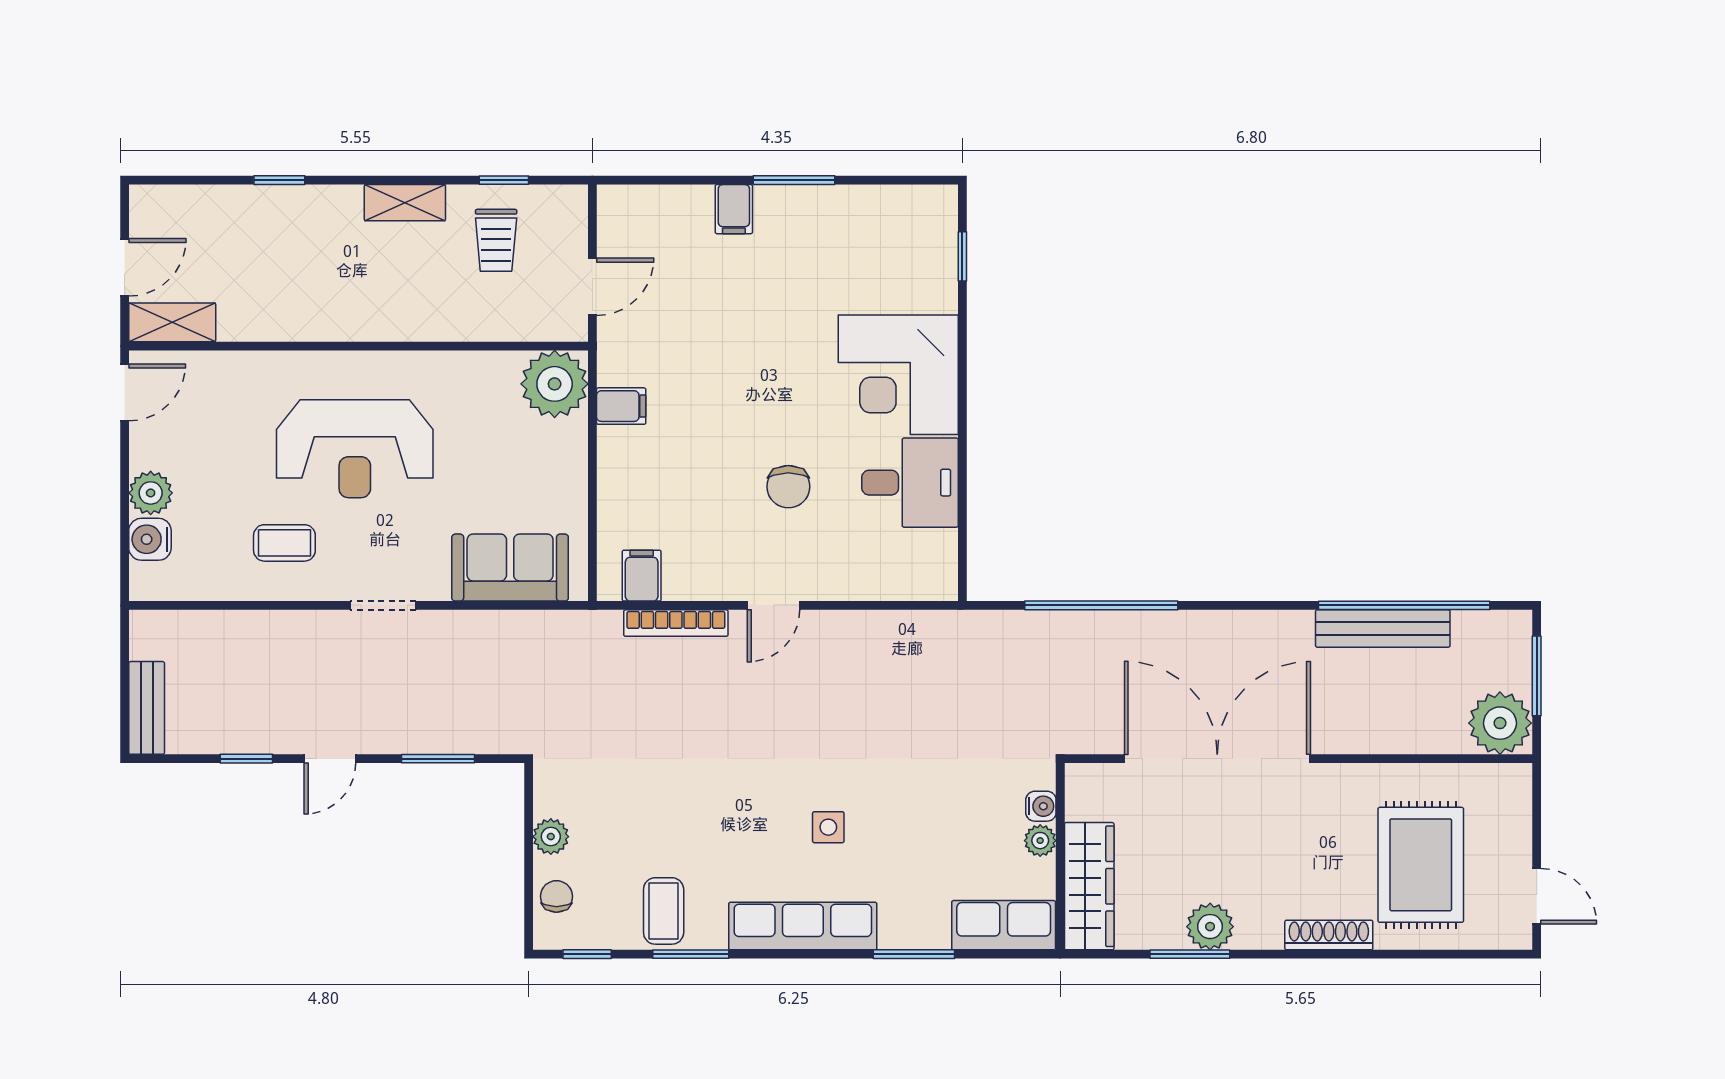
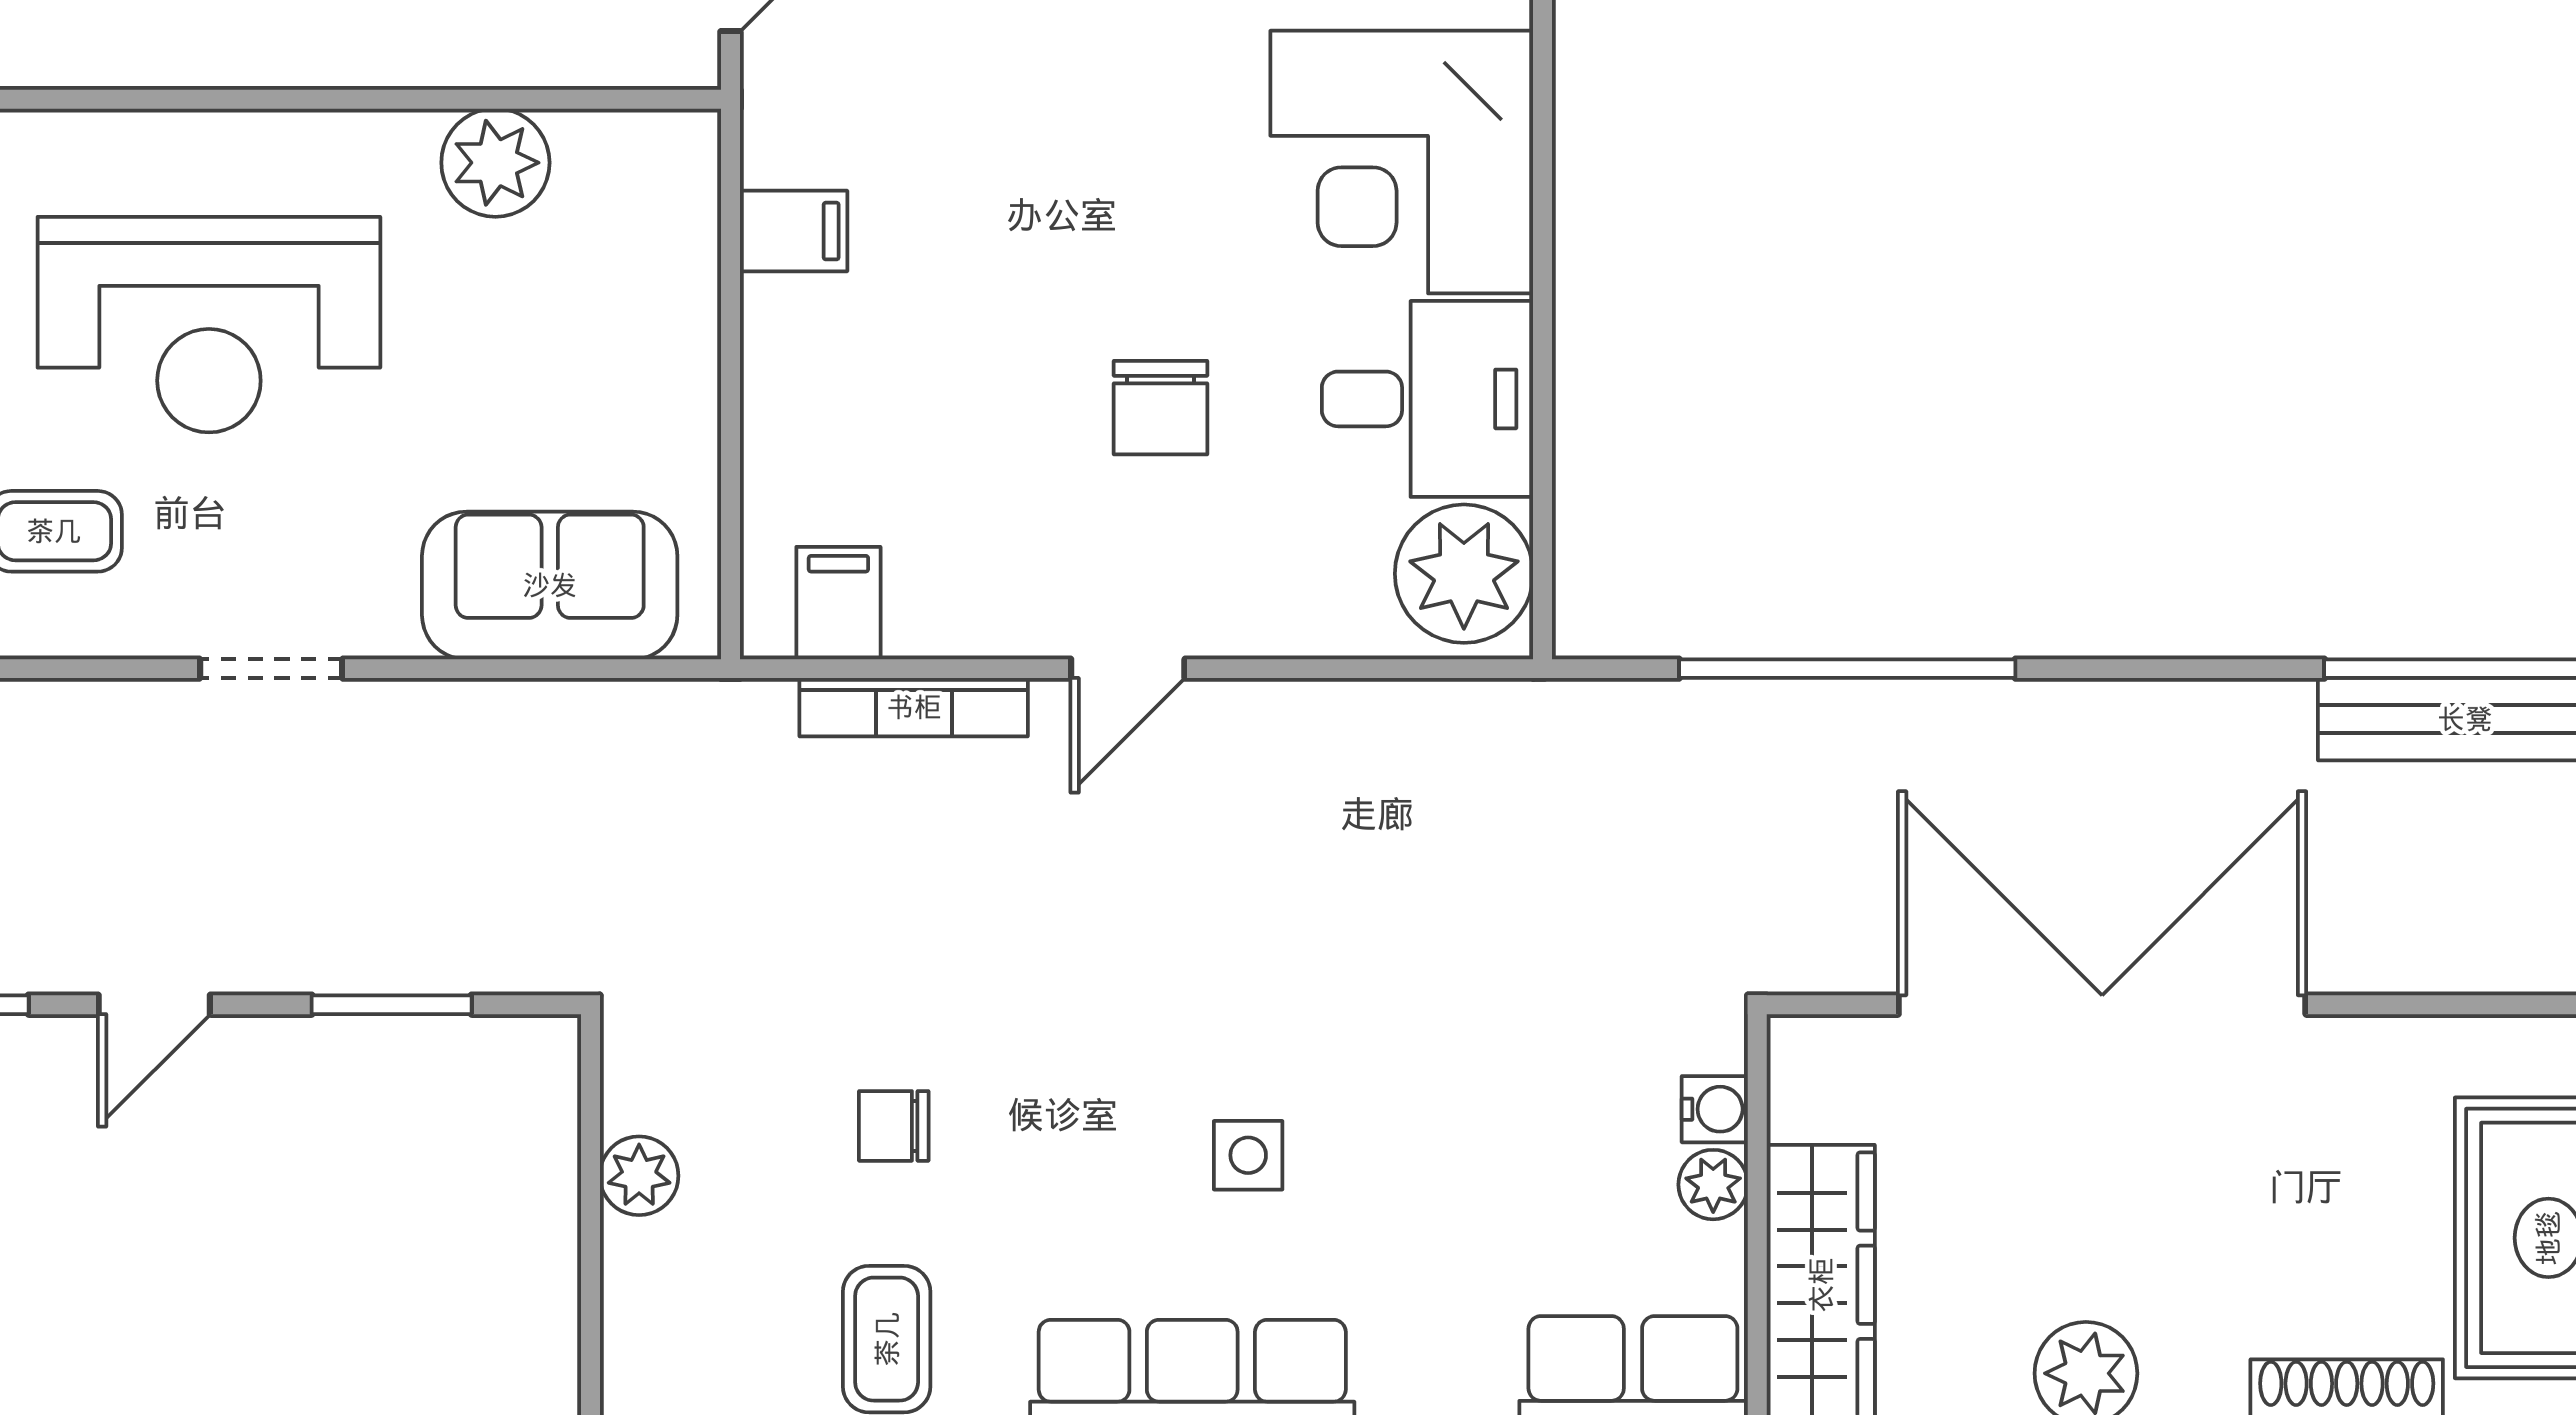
plant: (555, 384) -> (495, 163), moved, width x0.73, depth x0.73
plant: (927, 562) -> (1464, 574), added
chair: (556, 896) -> (894, 1126), moved, turned -90

